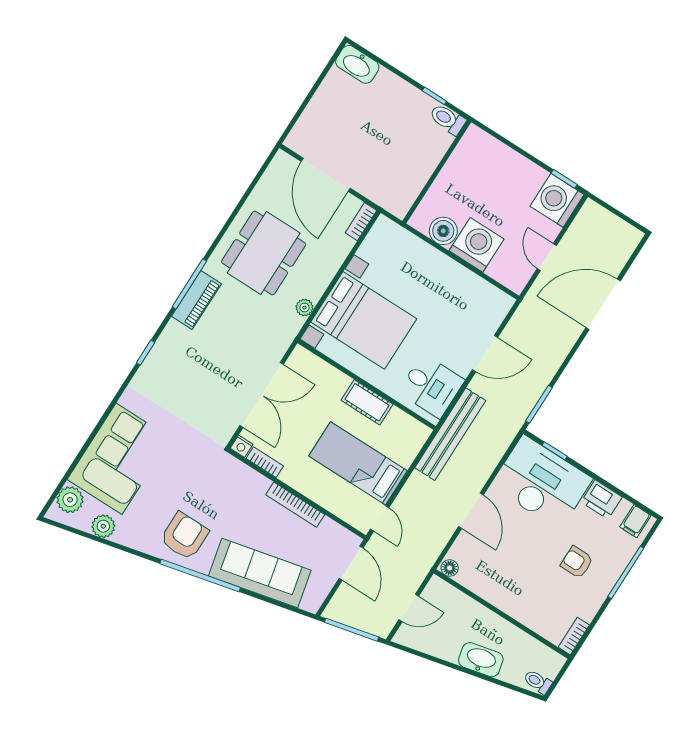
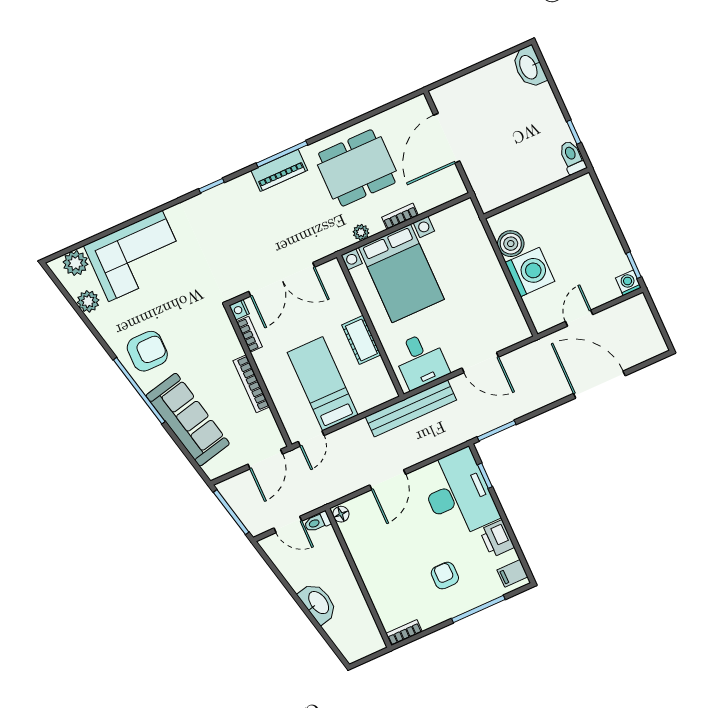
washing machine: (557, 200) -> (628, 283), width x0.53, depth x0.53
bookcase: (361, 222) -> (400, 216), moved
toilet: (538, 682) -> (317, 522), moved, turned -90

